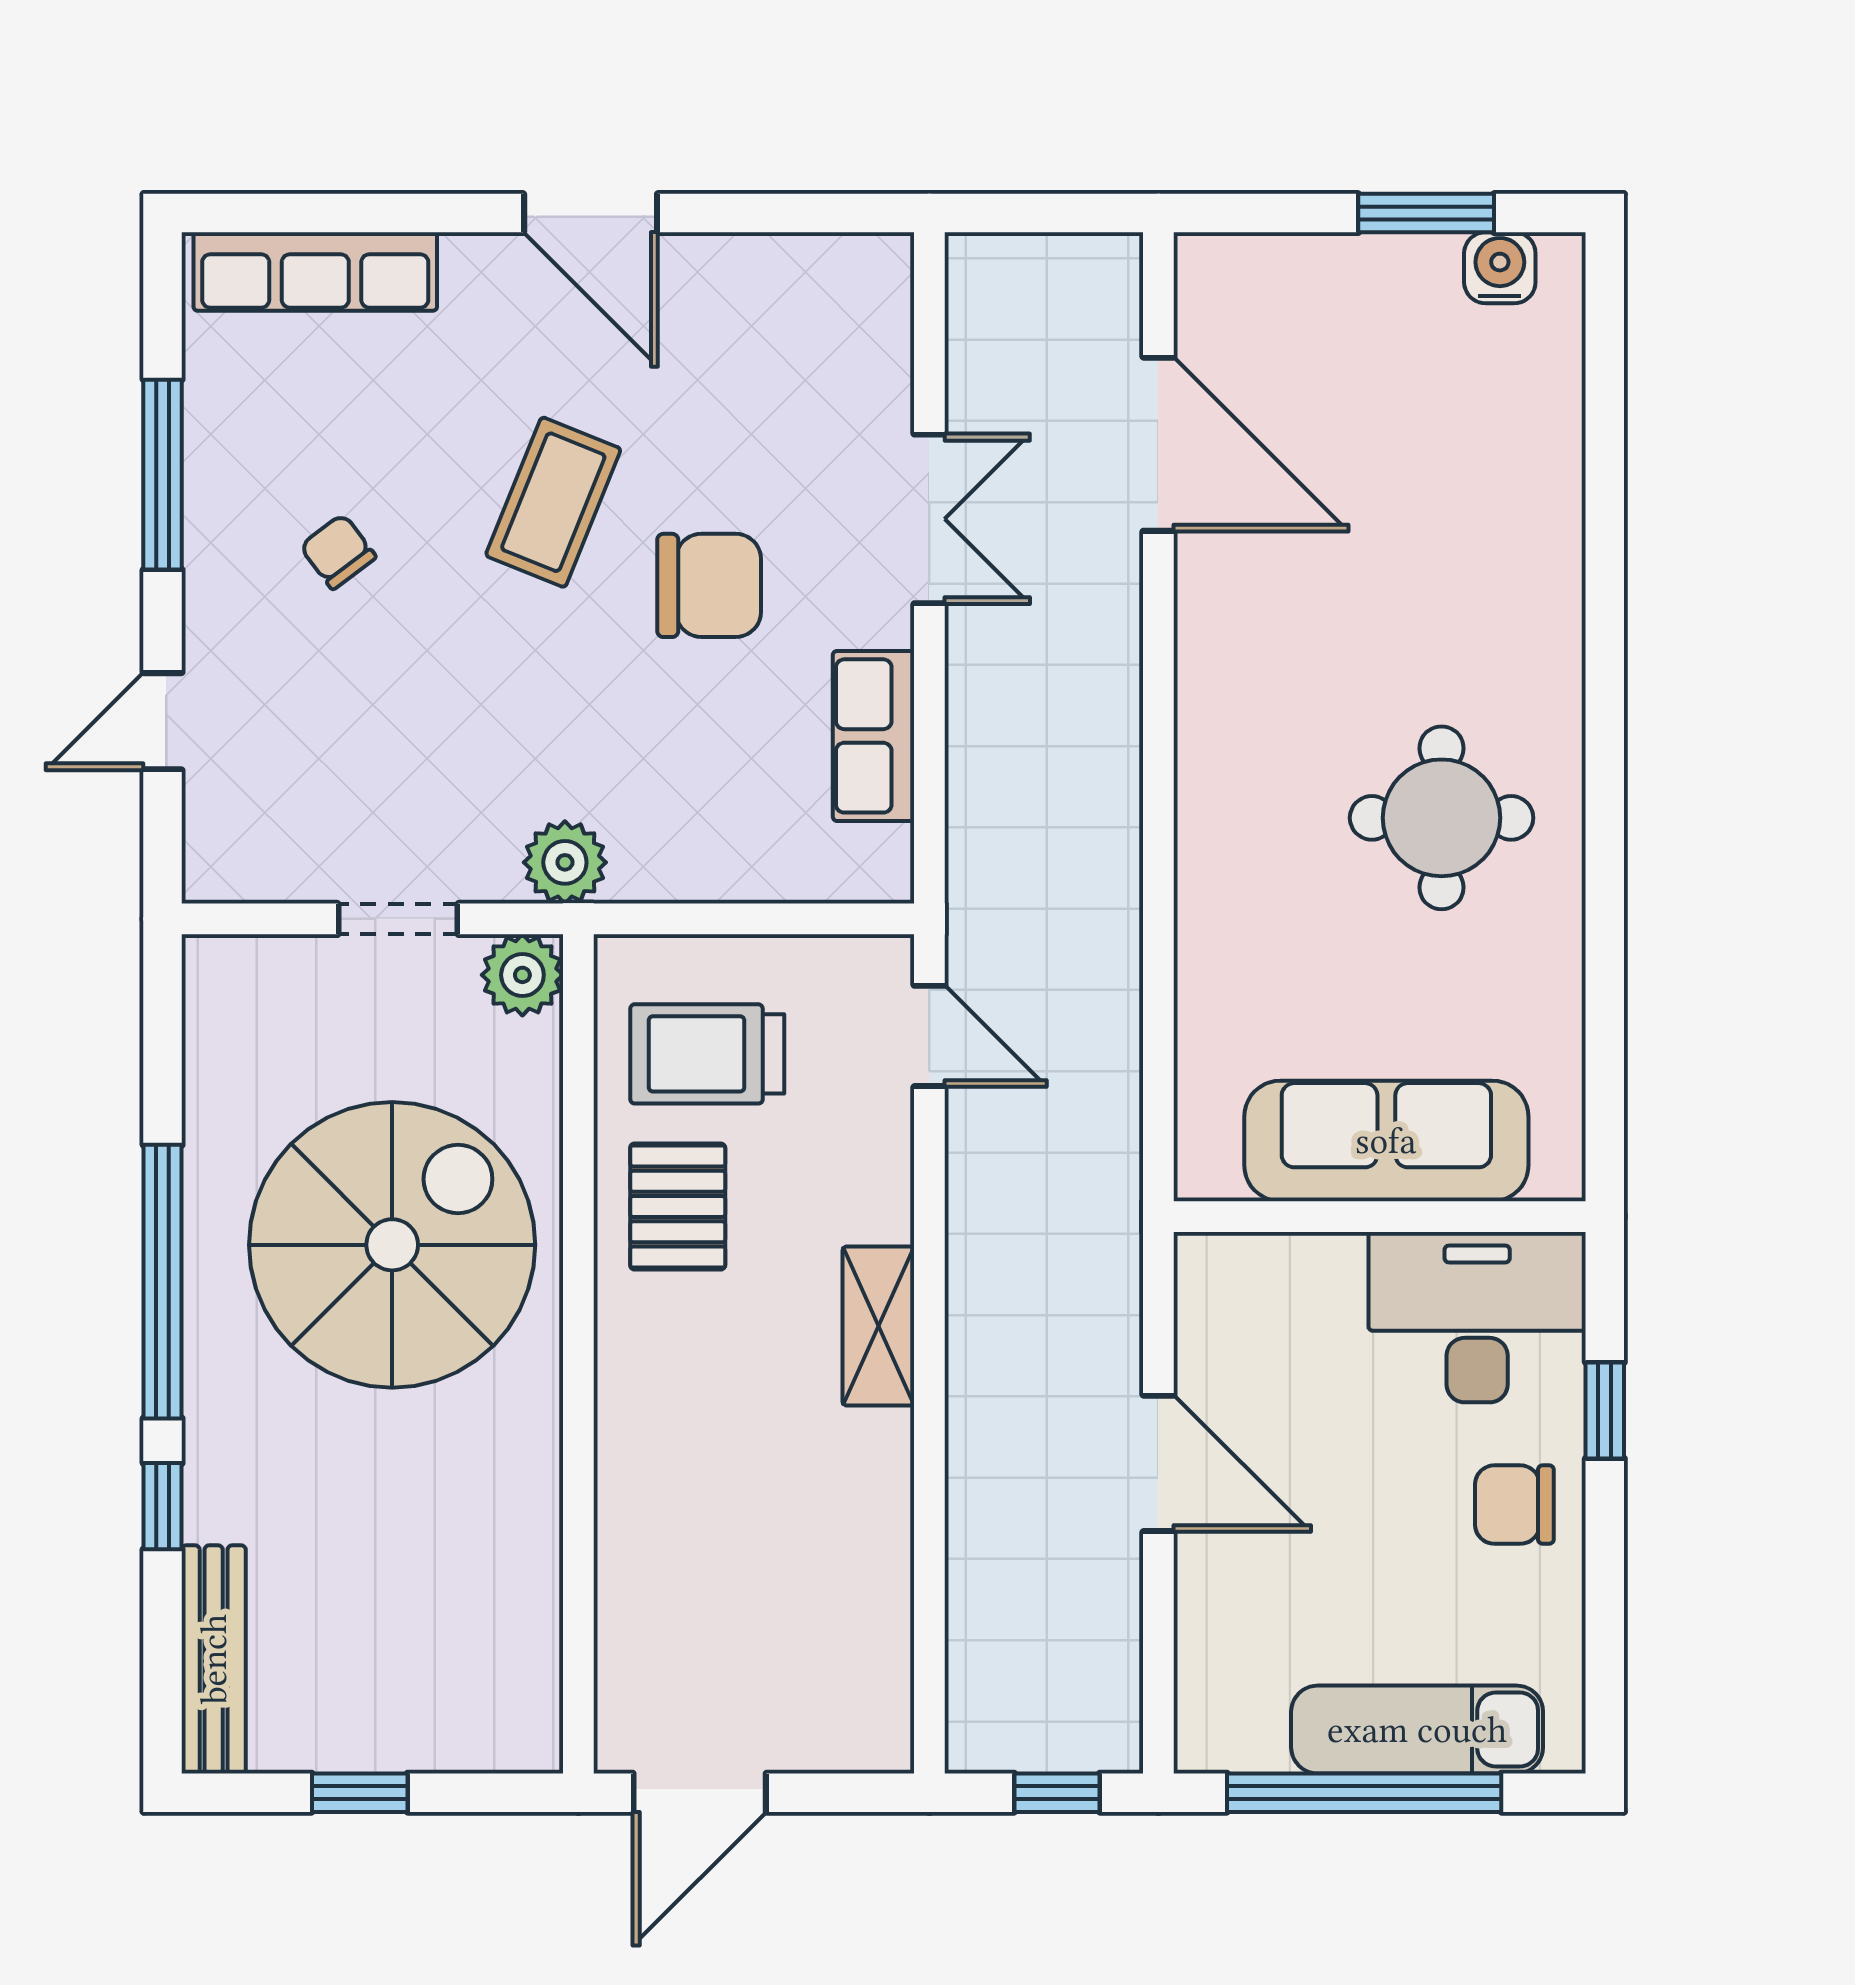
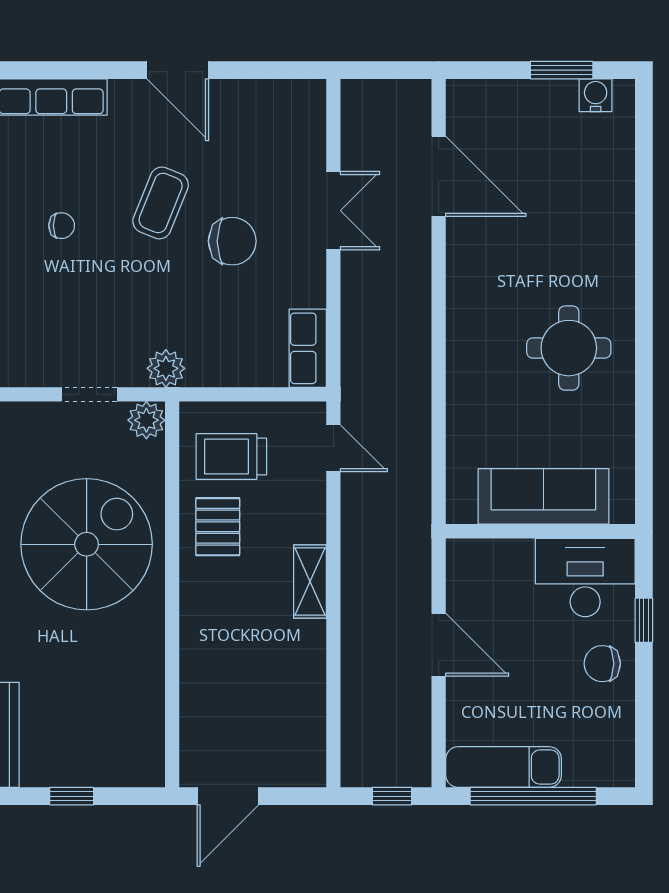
chair: (338, 552) -> (62, 226), turned 127
row of seats: (873, 736) -> (308, 348), moved
exam couch: (1417, 1730) -> (504, 767), moved

